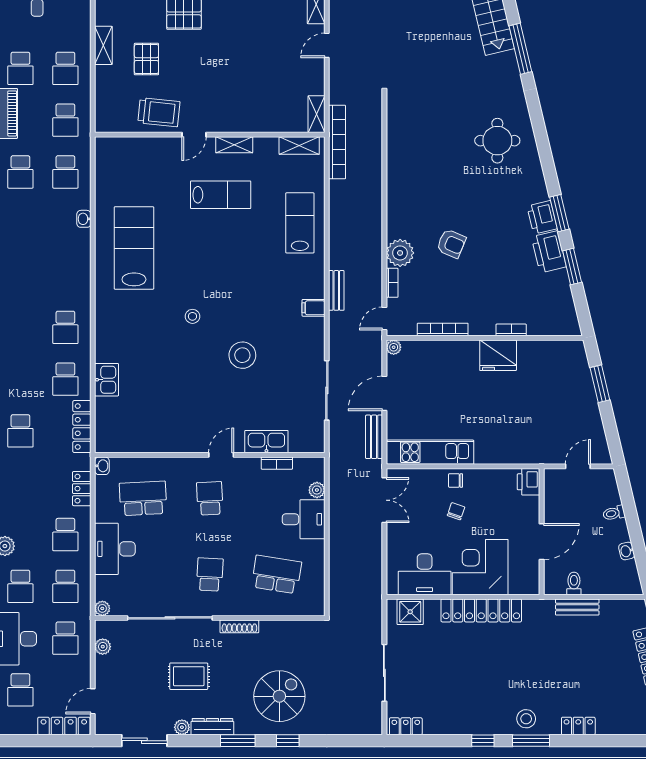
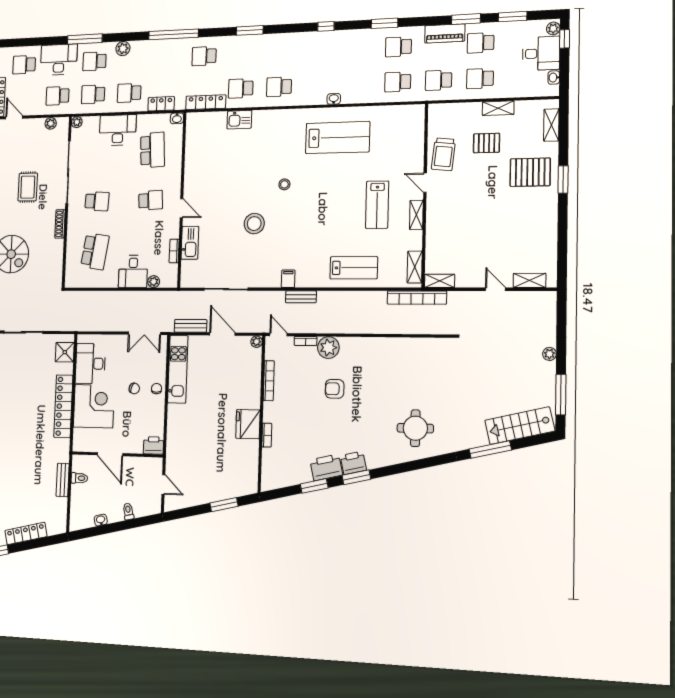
washbasin: (84, 219) -> (334, 99), moved
armchair: (451, 244) -> (335, 389), turned 67

